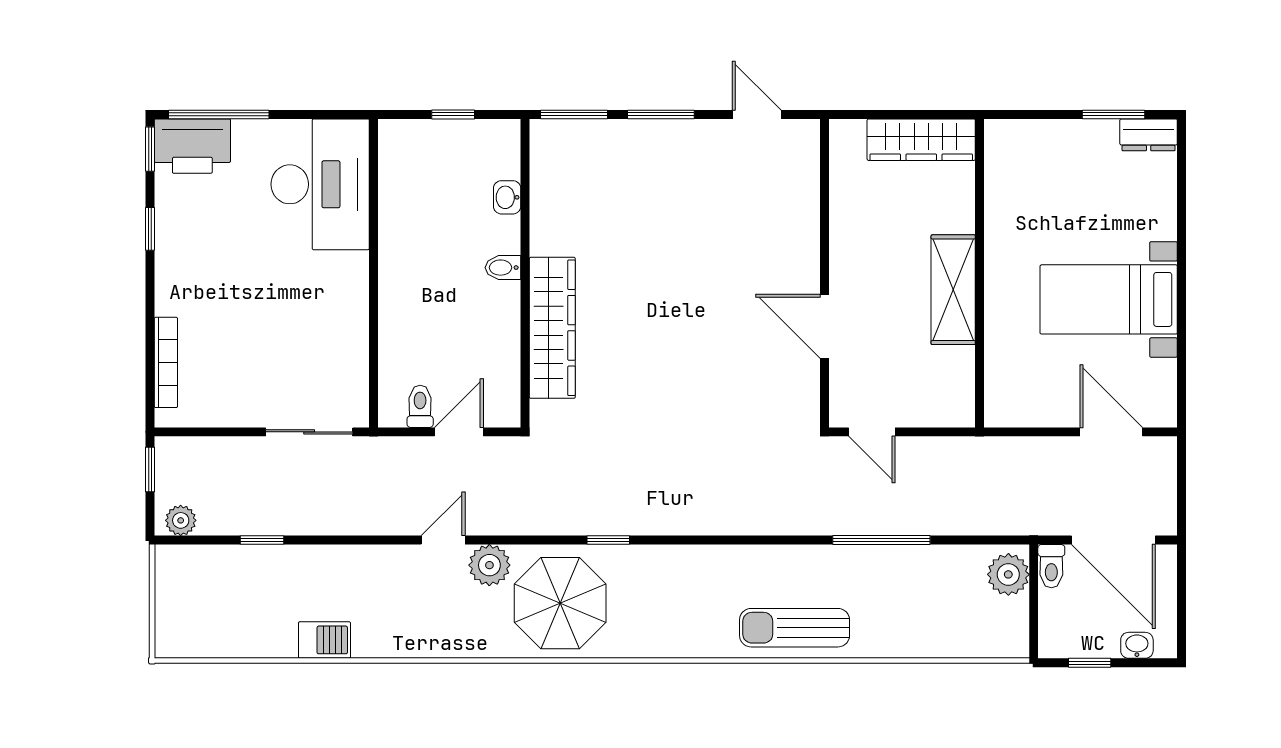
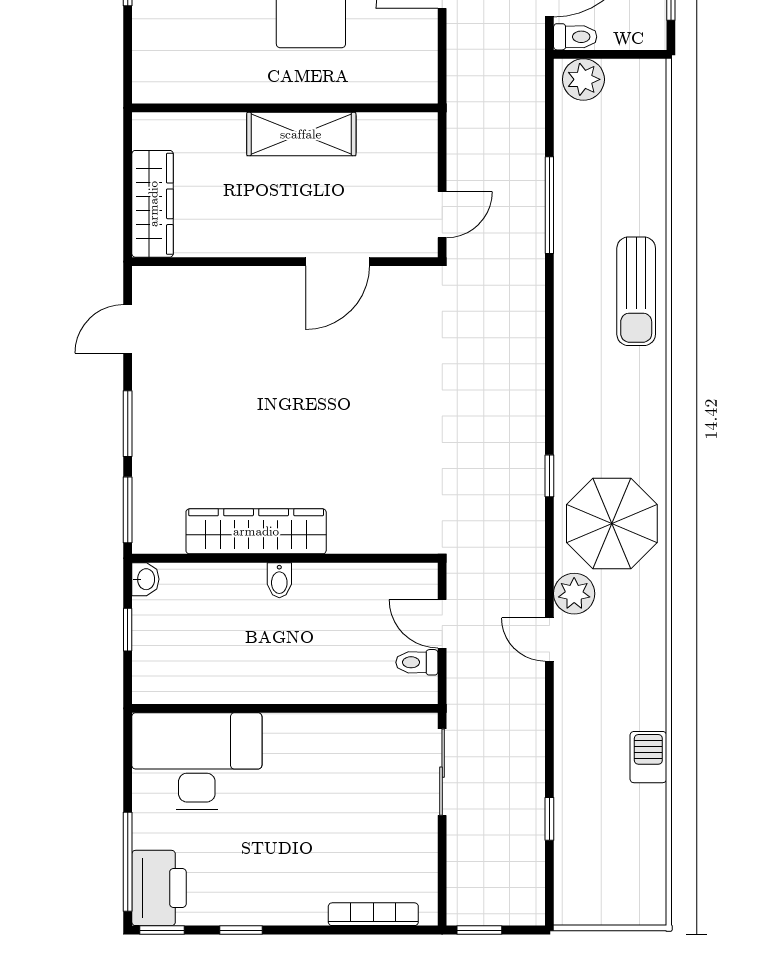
wardrobe: (921, 140) -> (153, 204), moved
washbasin: (507, 197) -> (145, 579), moved, turned -90
wardrobe: (552, 328) -> (256, 531), moved
plant: (181, 520) -> (530, 900), removed

